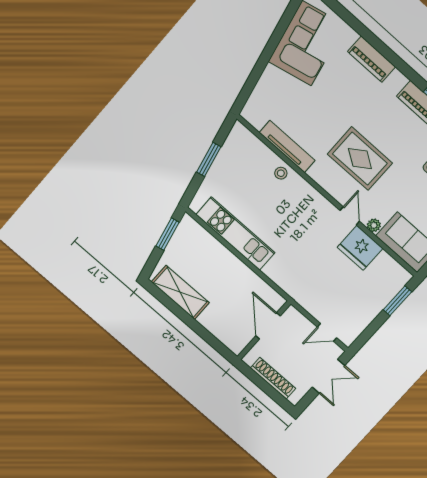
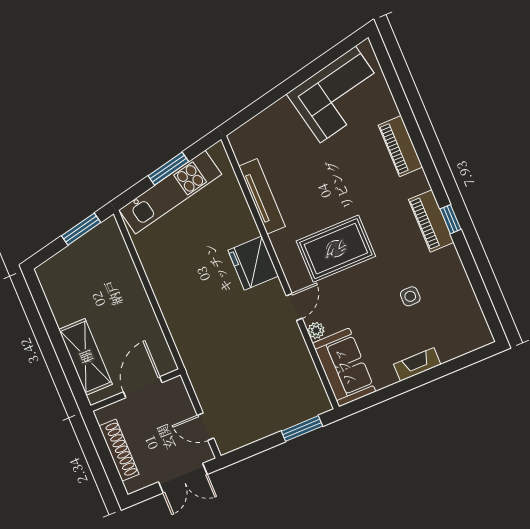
rug: (360, 159) -> (336, 249), turned 90
stool: (281, 173) -> (241, 222), removed
kitchen unit: (235, 234) -> (170, 192), moved, turned 78
fridge: (360, 248) -> (253, 263), moved
shelving: (180, 292) -> (86, 357), moved

